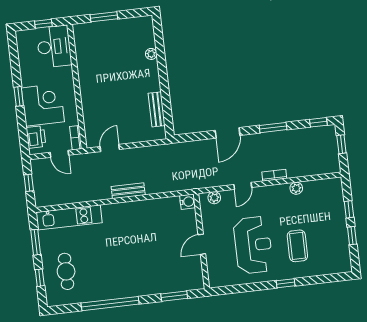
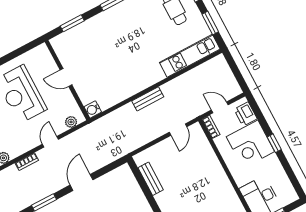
window: (29, 183) -> (236, 72), removed
door: (202, 244) -> (66, 77), swing flipped

